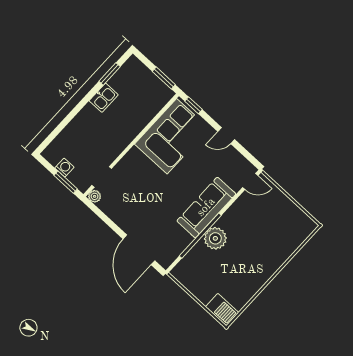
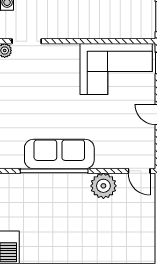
sofa: (206, 207) -> (59, 154), moved
plant: (215, 238) -> (103, 186), moved

